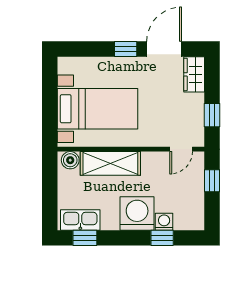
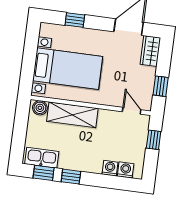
window: (126, 49) -> (75, 20), moved
door: (181, 149) -> (132, 111), swing flipped
washing machine: (137, 213) -> (126, 170), moved, width x0.53, depth x0.53
window: (162, 238) -> (71, 177), moved

